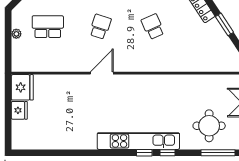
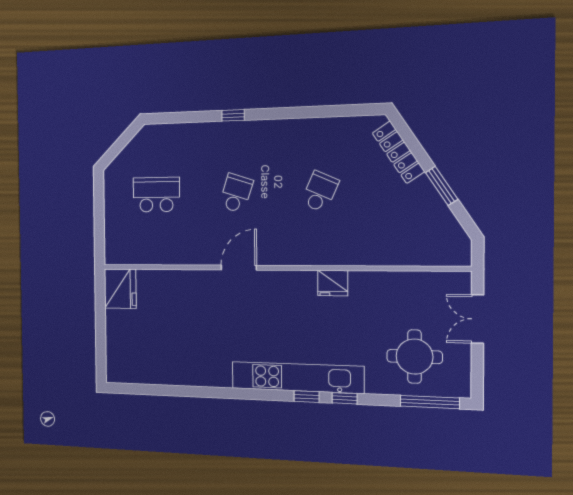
school desk: (153, 27) -> (320, 192), turned 48
plant: (16, 34) -> (111, 206), removed
fridge: (19, 110) -> (333, 283), moved, turned 90

